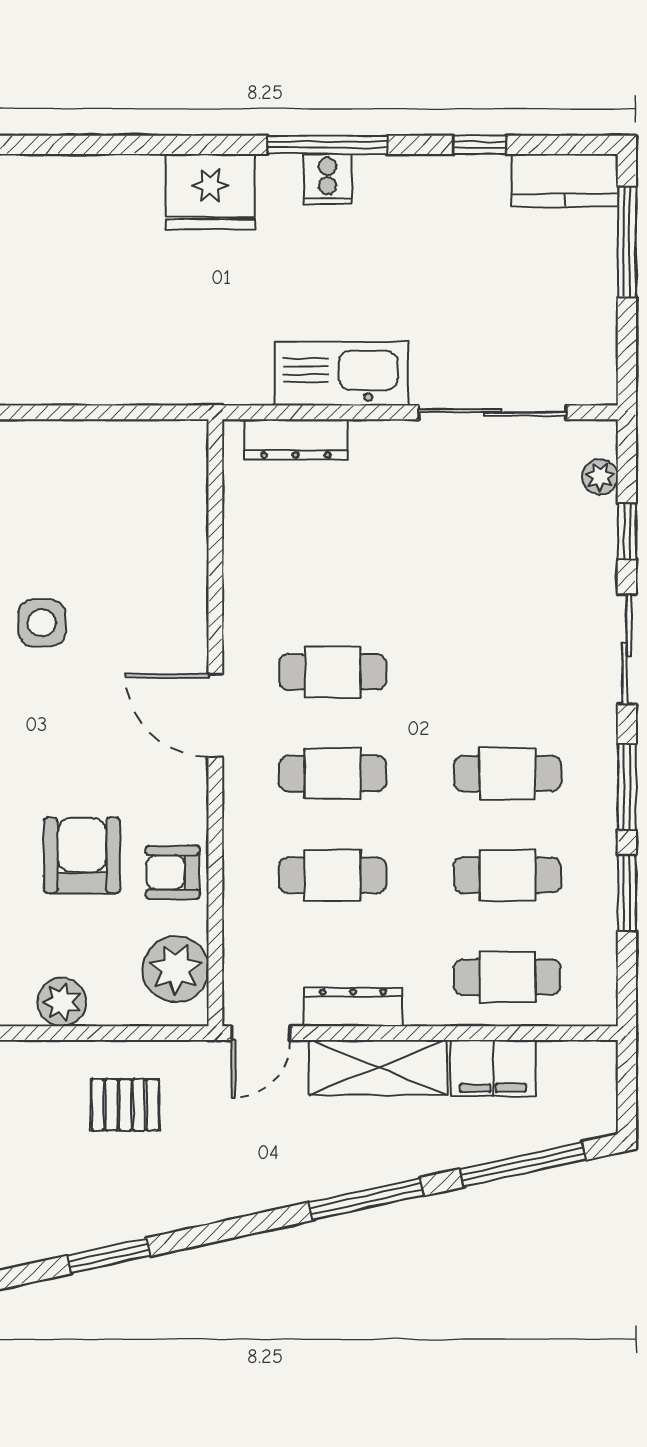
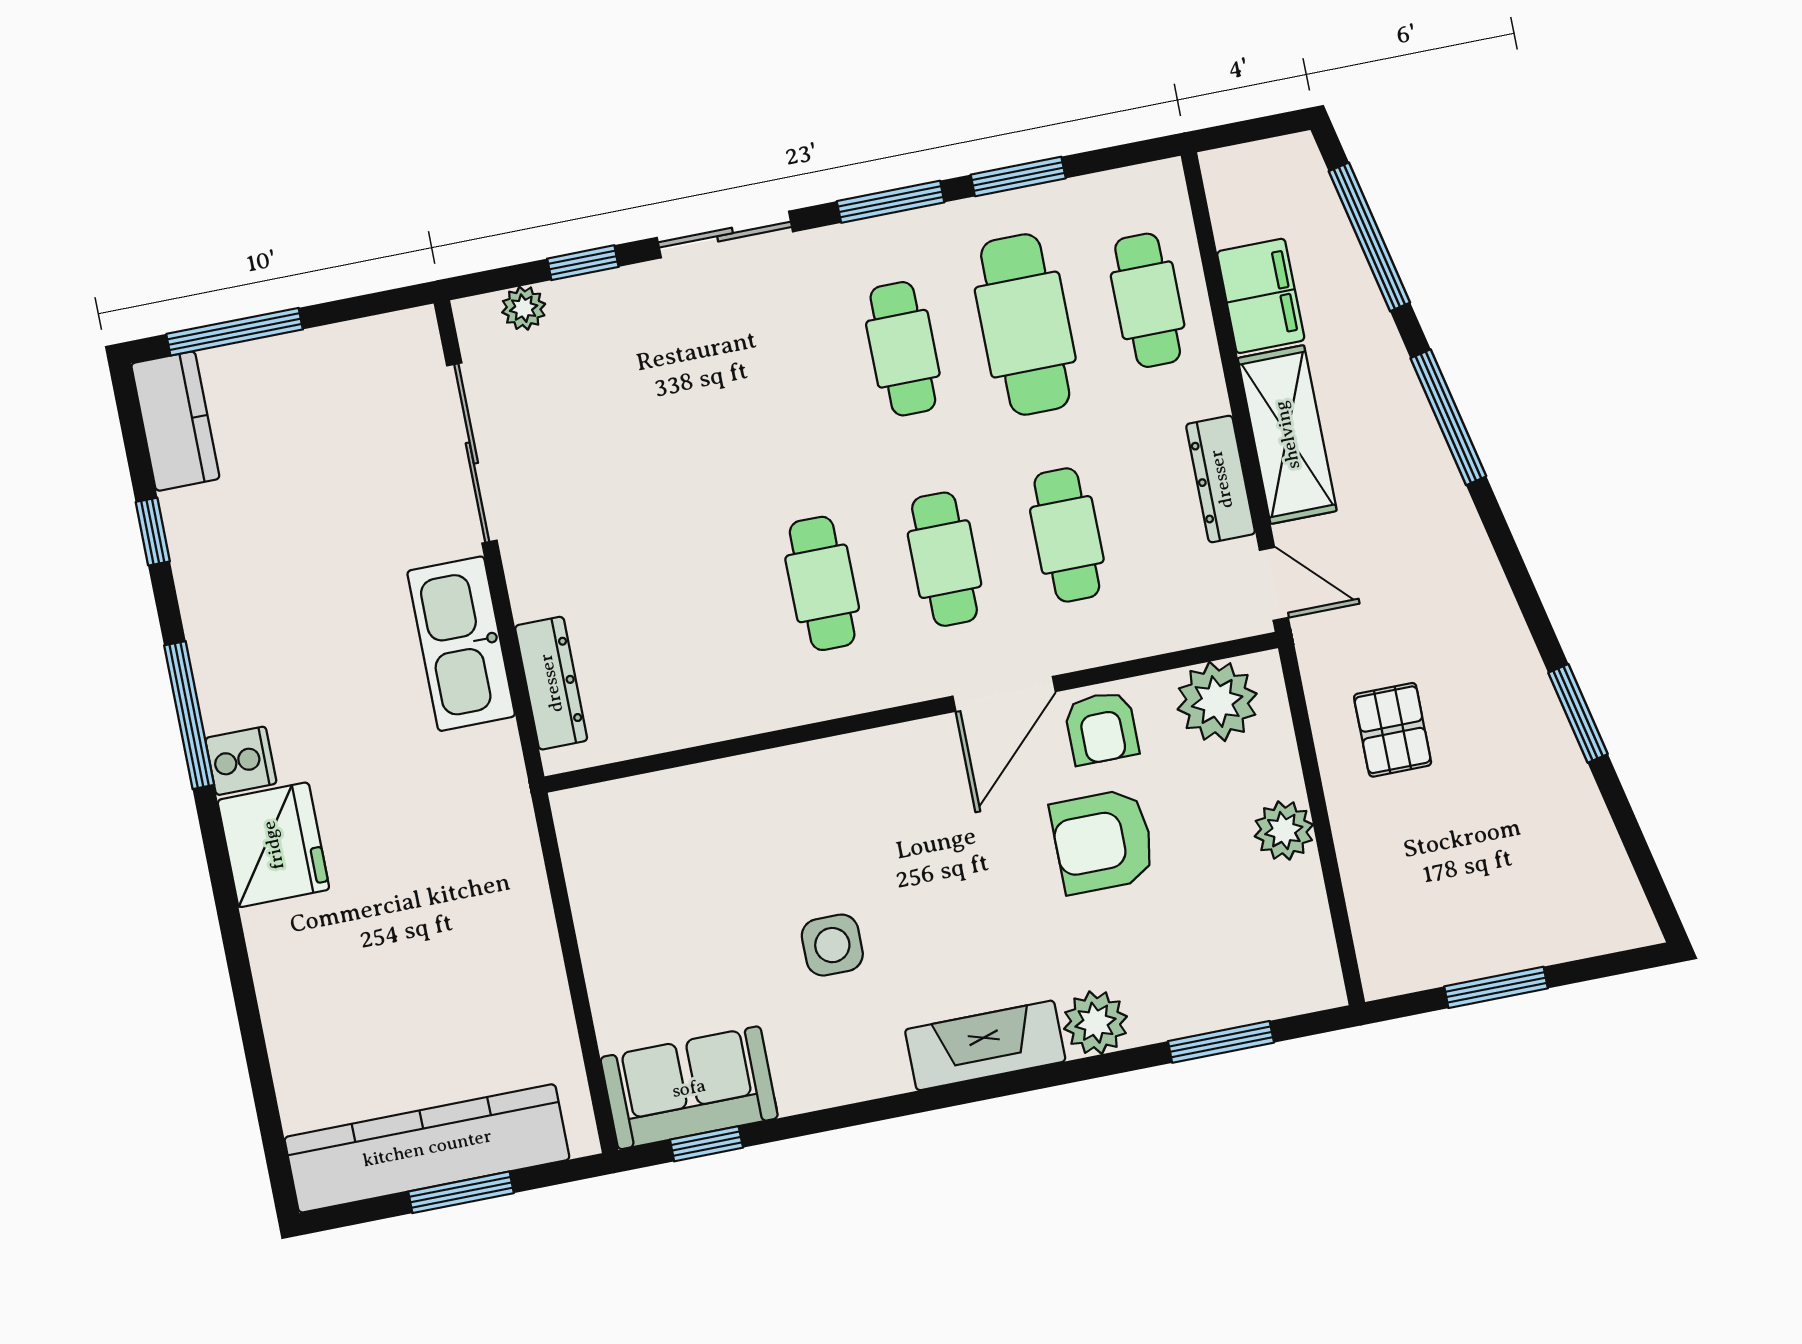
cooker: (328, 179) -> (241, 761), moved
door: (215, 715) -> (1004, 694), moved
cafe table: (507, 875) -> (1025, 325), width x1.37, depth x1.35

